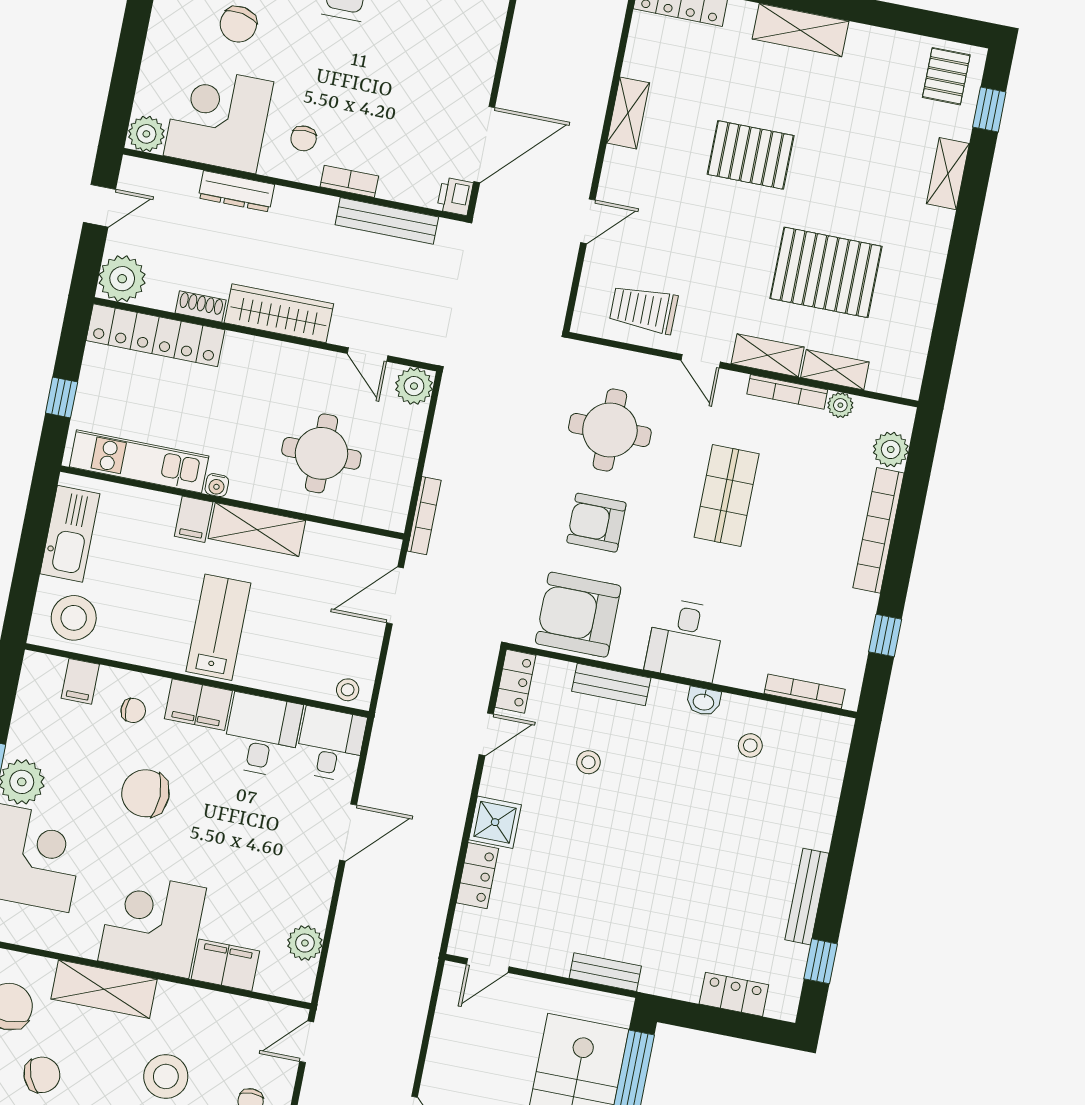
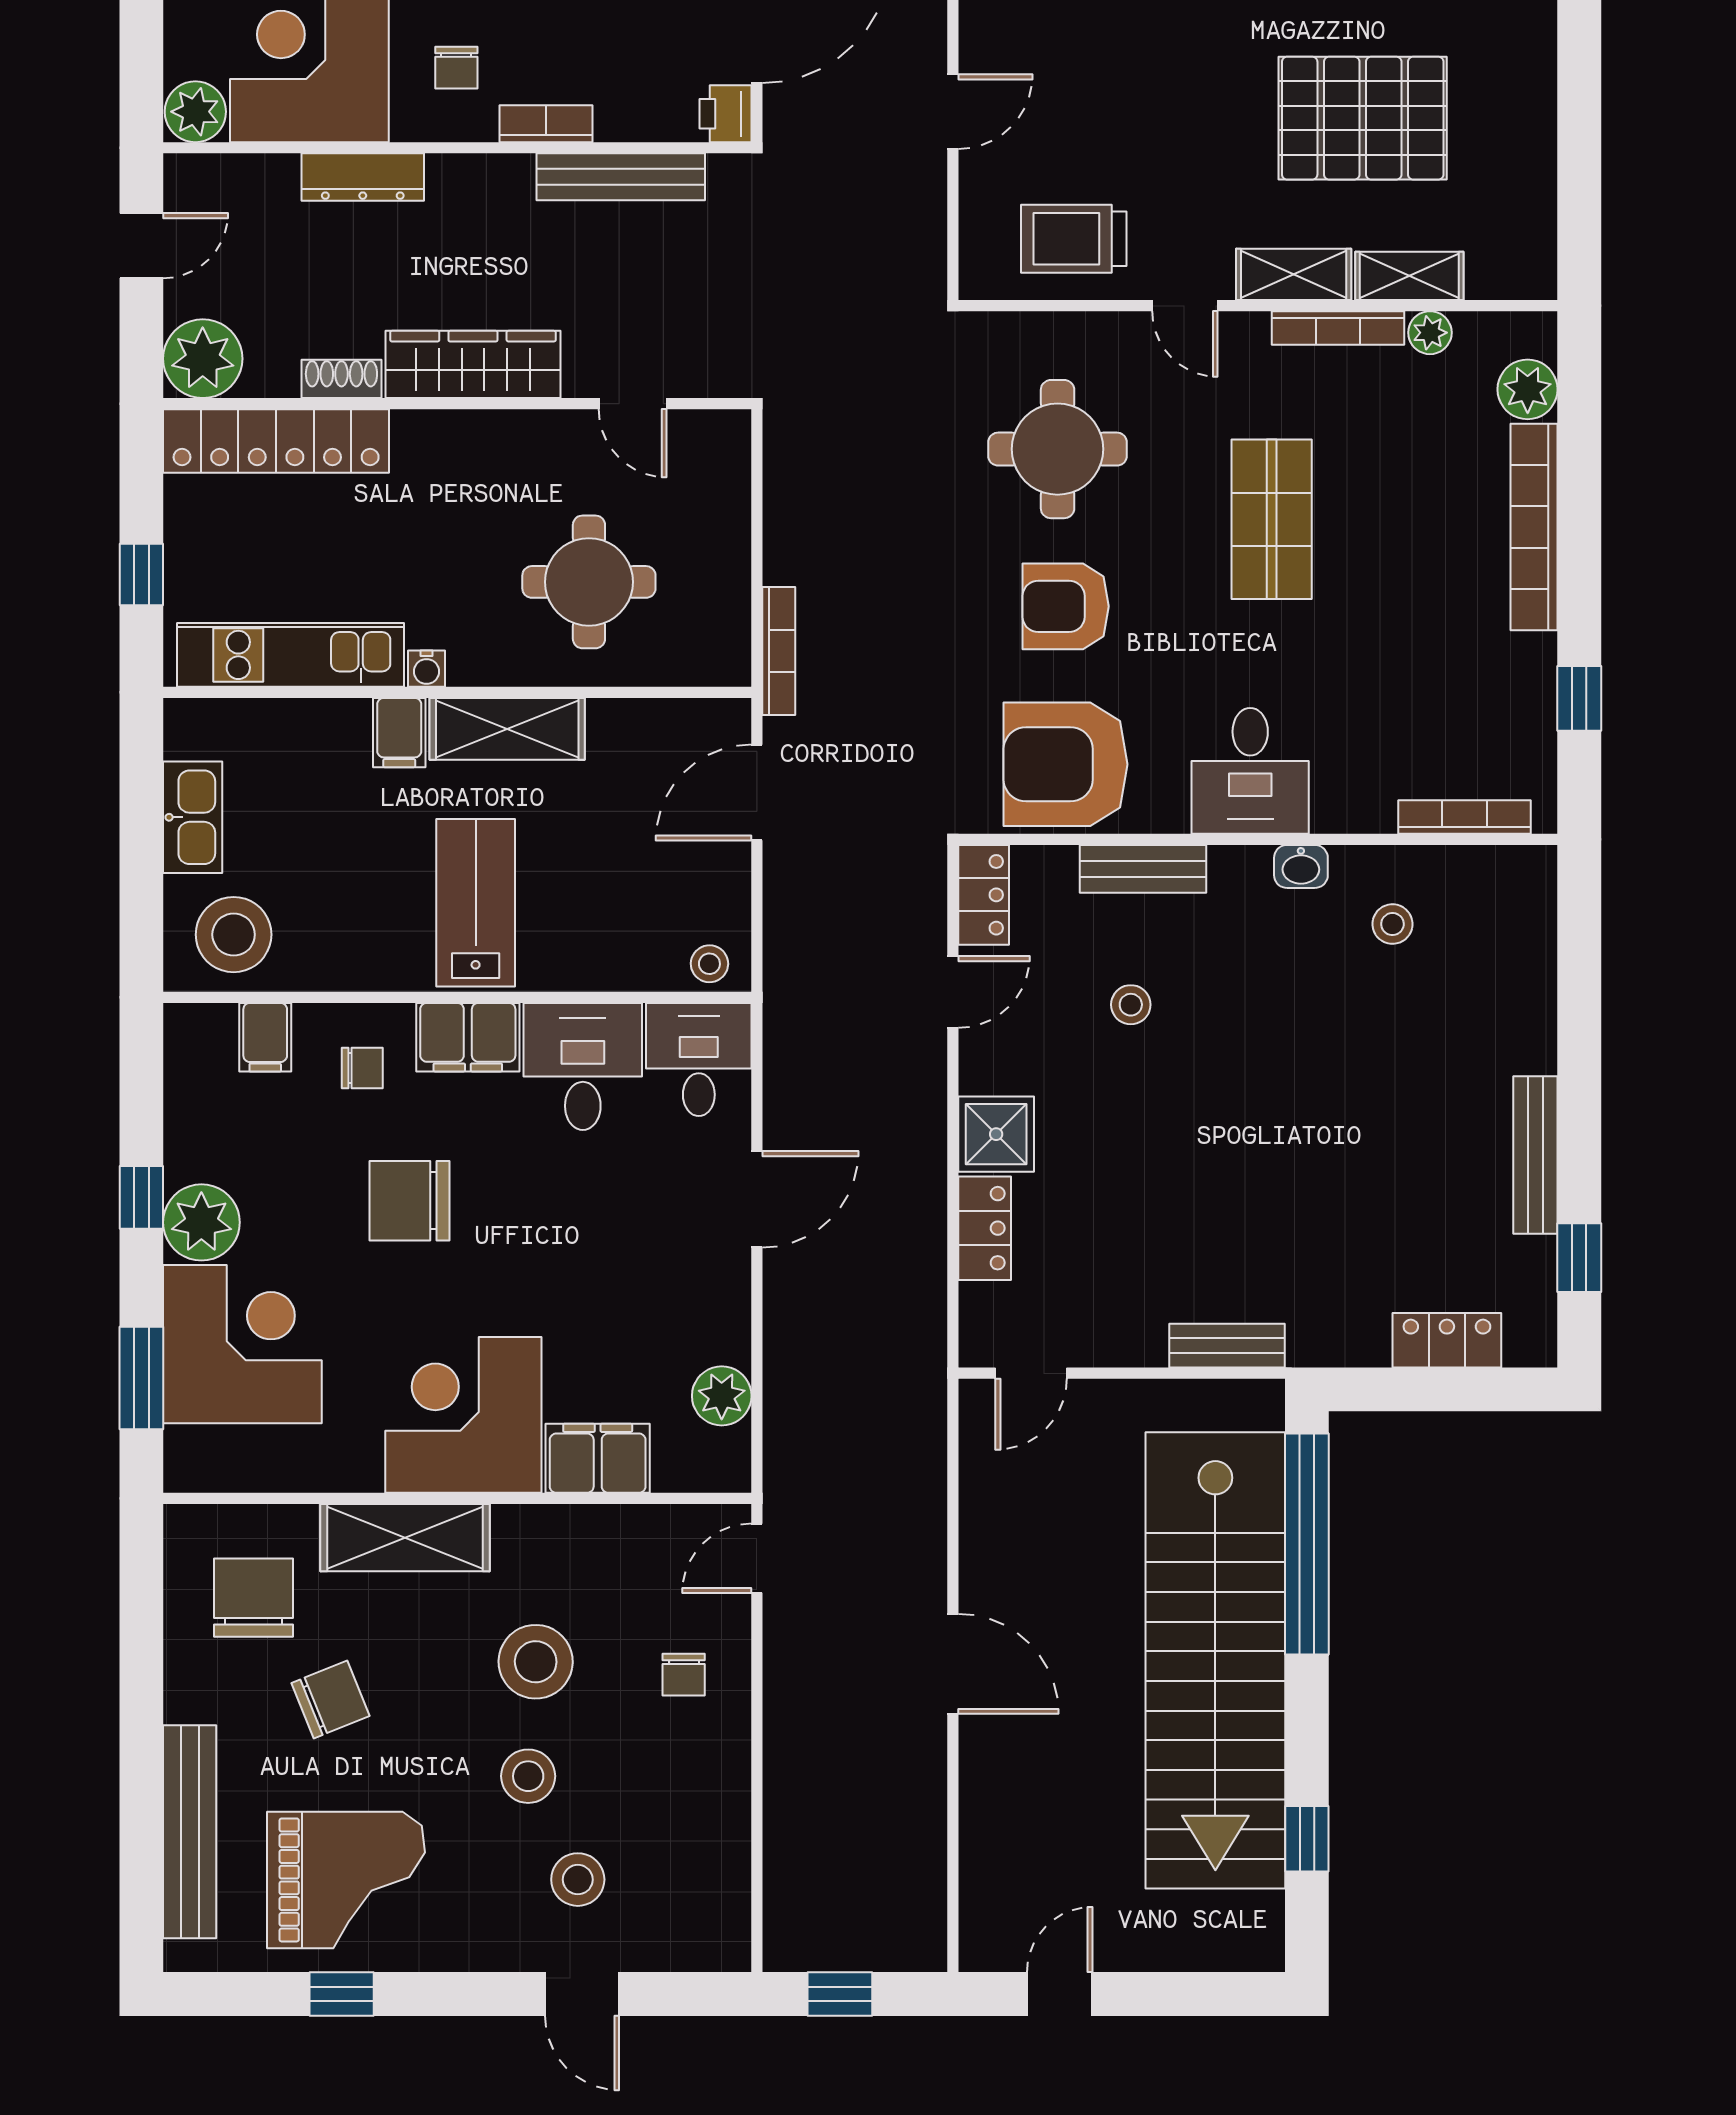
plant: (414, 386) -> (720, 441), removed
kitchen sink: (70, 534) -> (193, 817), width x0.73, depth x0.81

